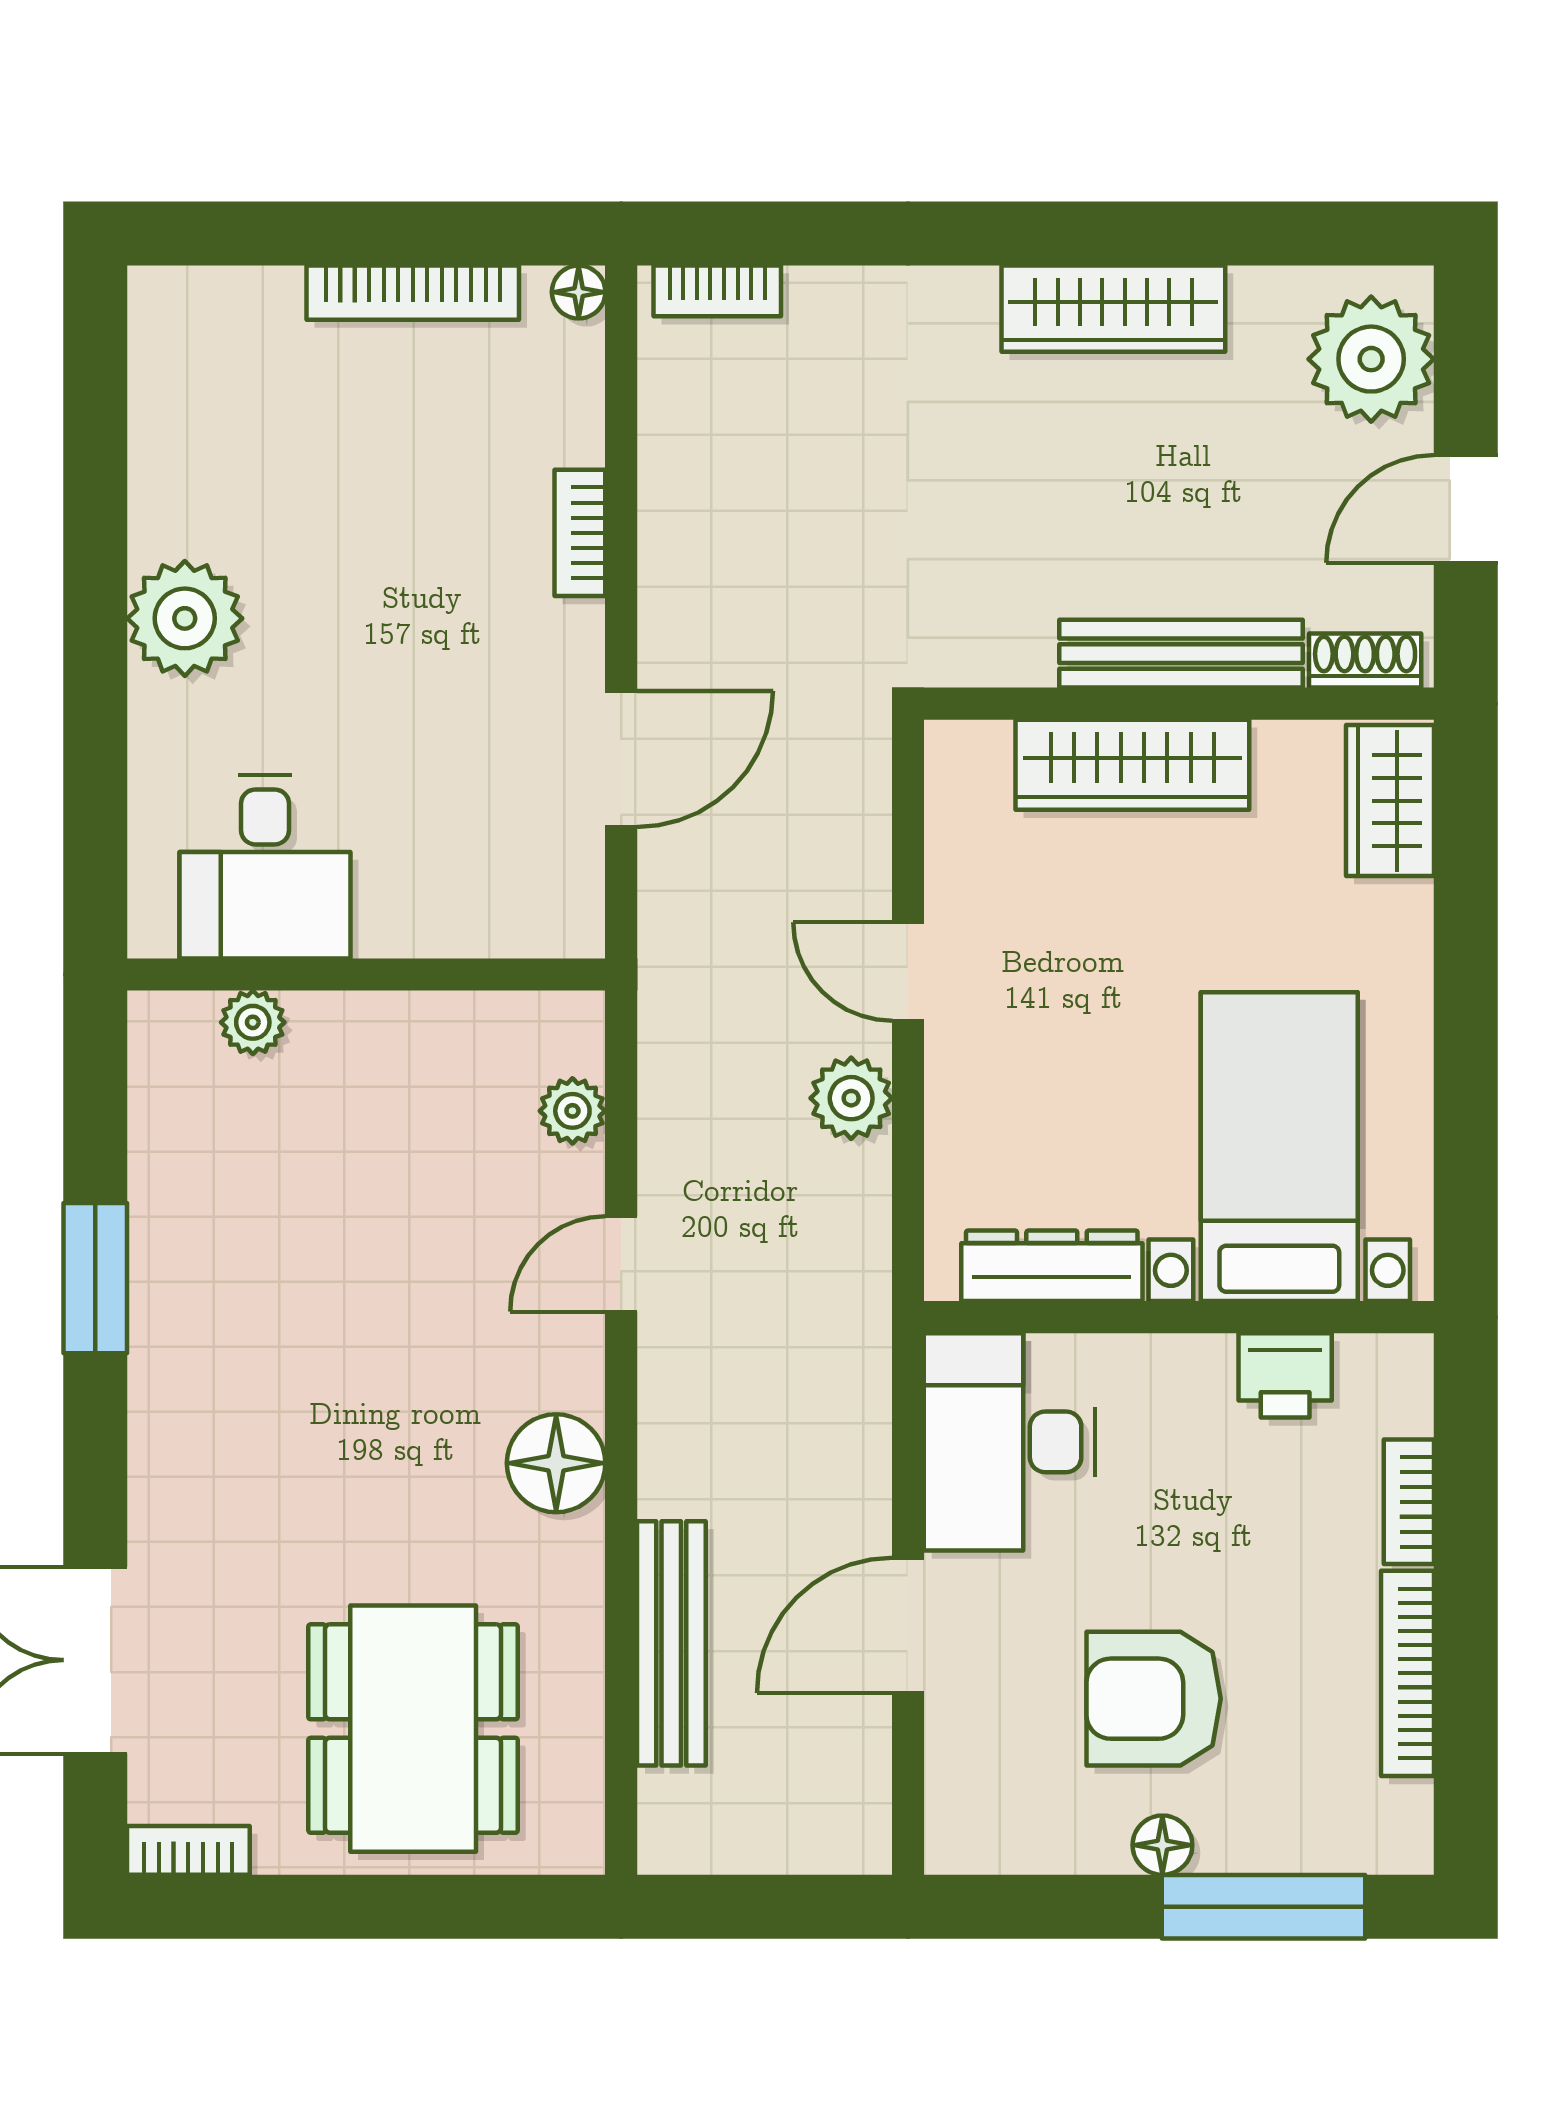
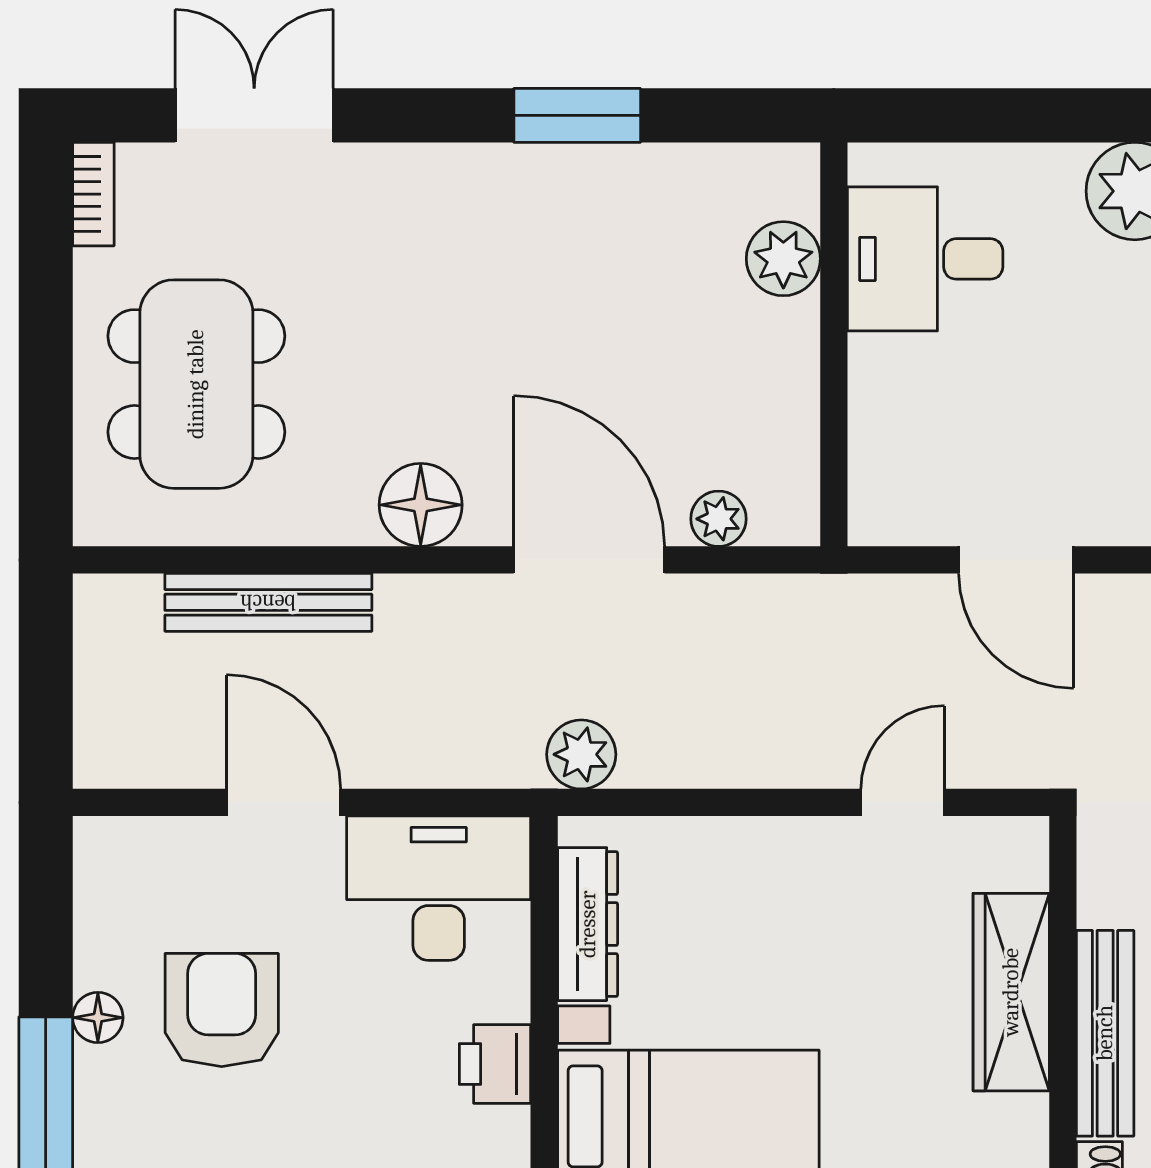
door: (908, 971) -> (903, 802), moved
plant: (253, 1022) -> (783, 259), width x1.38, depth x1.38
plant: (851, 1098) -> (581, 754), moved
door: (621, 1264) -> (589, 560), width x1.88
printer: (1285, 1375) -> (495, 1064), moved
dining table: (413, 1729) -> (196, 384), turned 90

